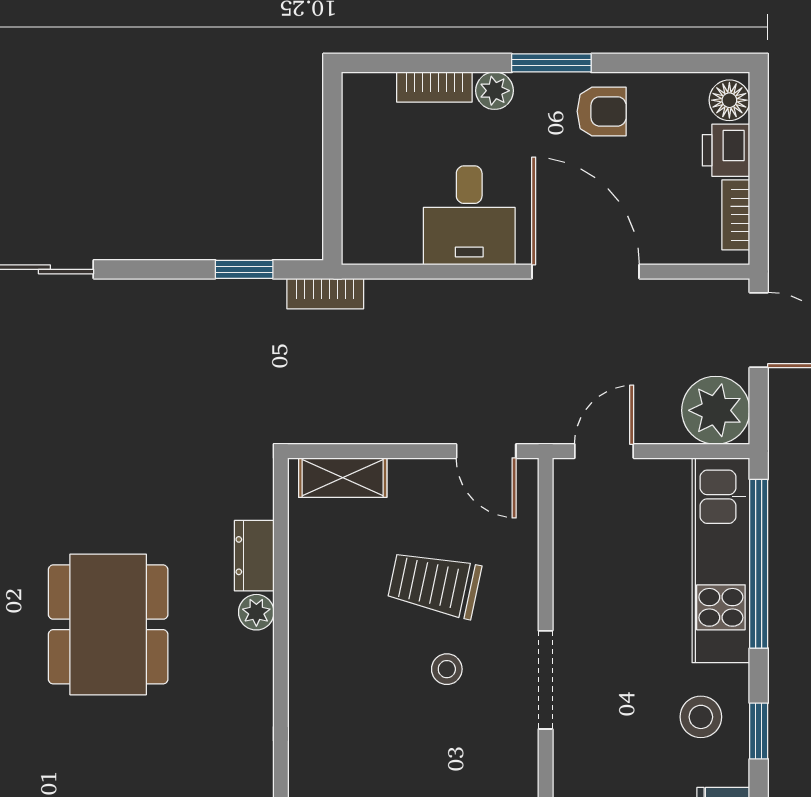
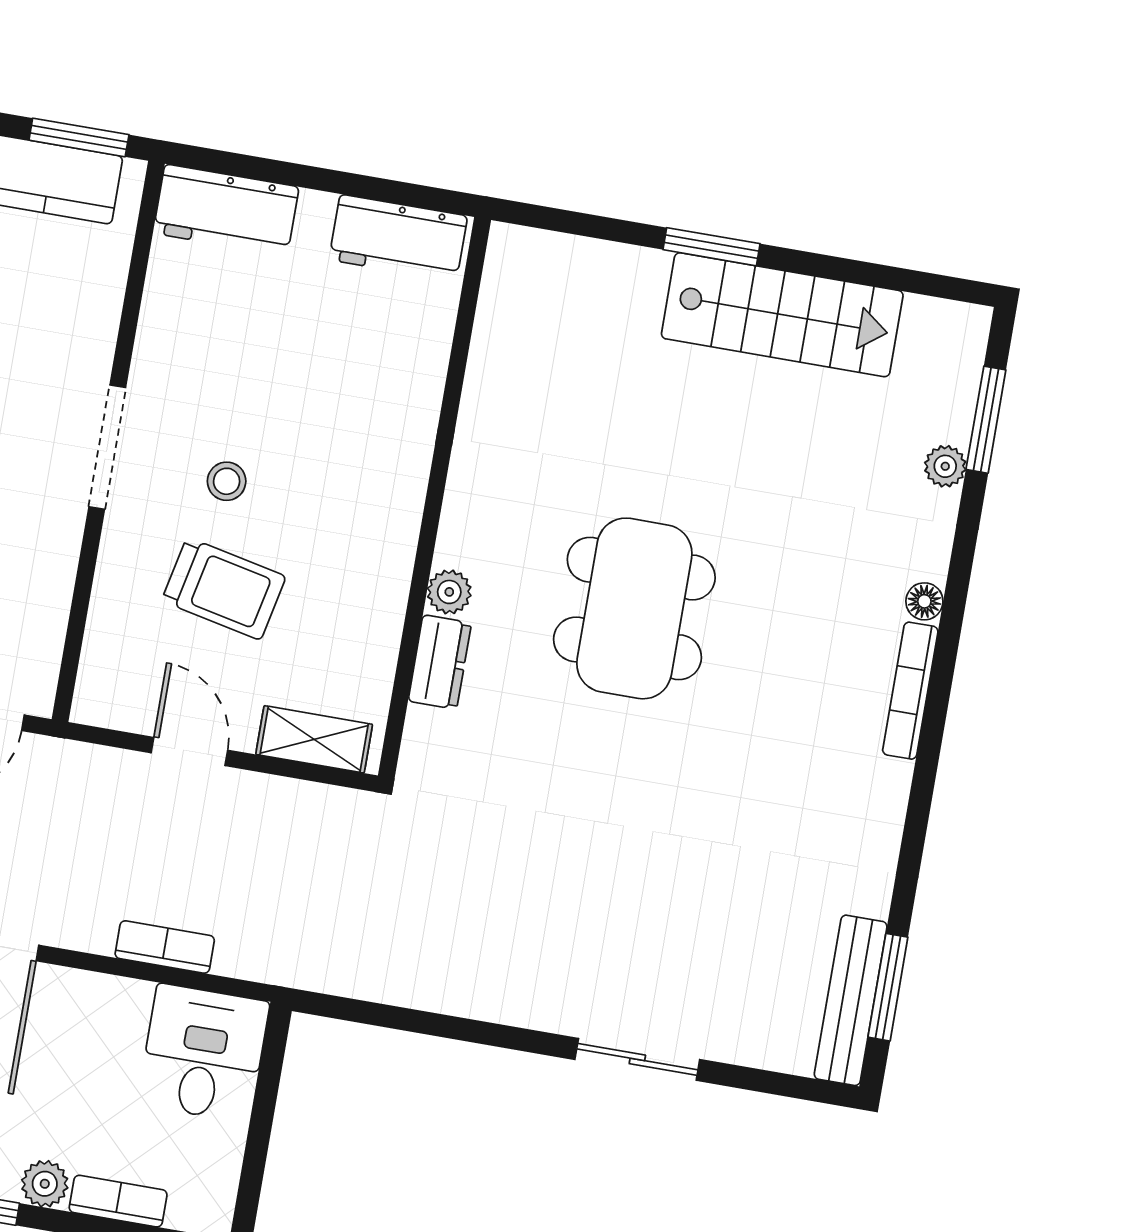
desk: (469, 215) -> (203, 1053), moved
window: (244, 269) -> (391, 1017), removed
bookcase: (325, 294) -> (165, 947), moved
door: (486, 451) -> (189, 751), moved

